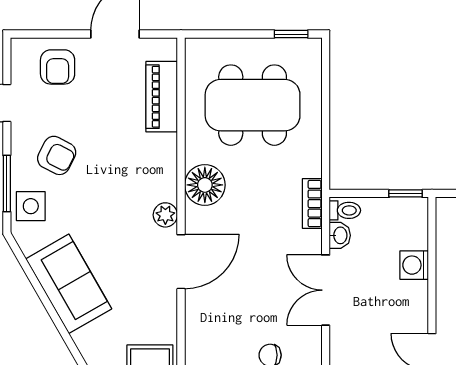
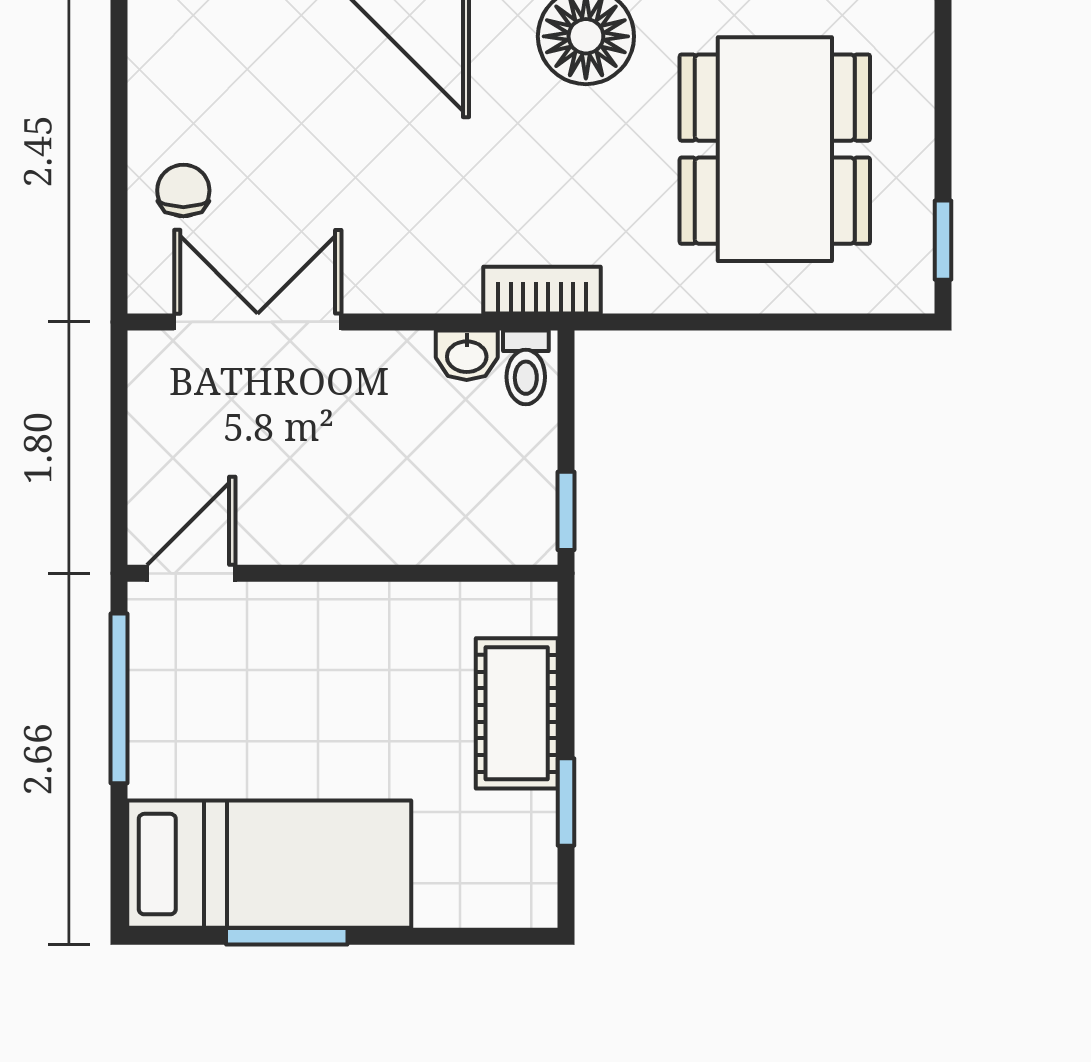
washing machine: (414, 265) -> (397, 531), removed
double door: (326, 290) -> (258, 322), moved

